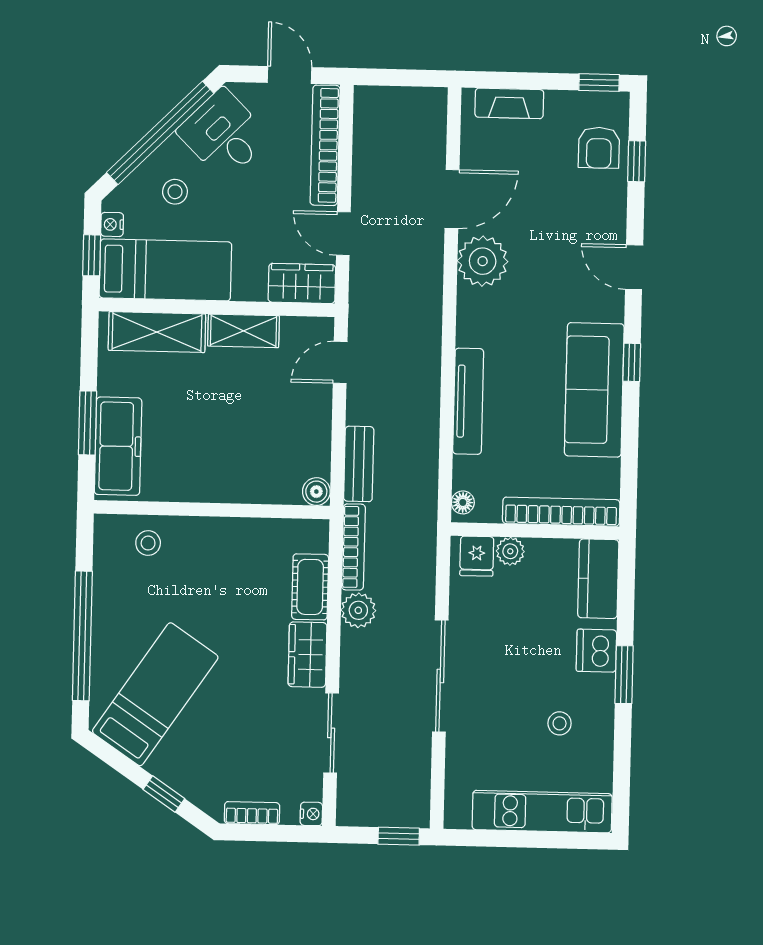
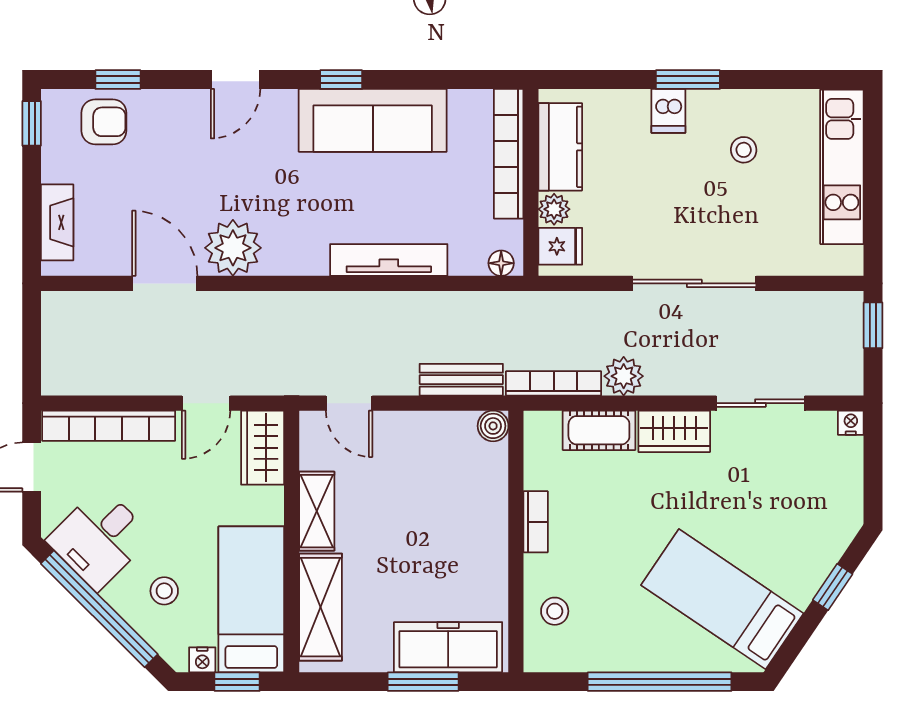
kitchen counter: (598, 579) -> (560, 147), moved, turned -90
dishwasher: (596, 651) -> (668, 111), width x0.73
bookcase: (252, 813) -> (536, 522), moved, turned 180

